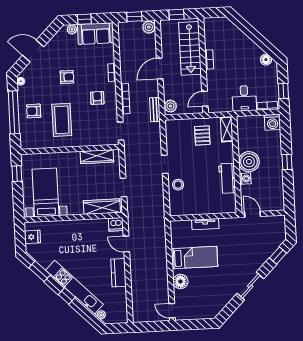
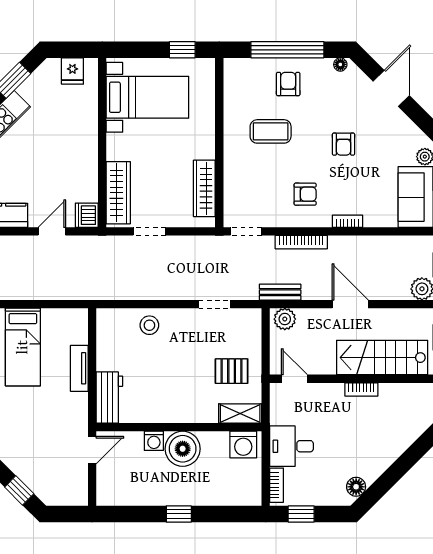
coffee table: (62, 120) -> (271, 131), width x0.73, depth x0.76
washing machine: (273, 122) -> (243, 445), moved, turned -90
doorway: (165, 164) -> (215, 304), moved
workbench: (227, 178) -> (109, 398), moved, turned 90

